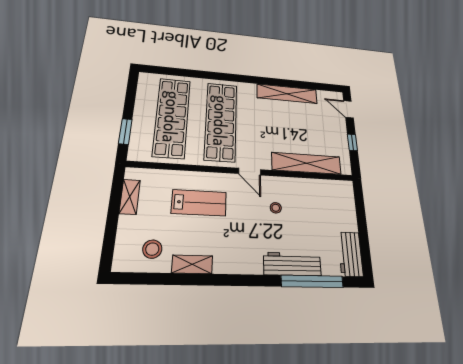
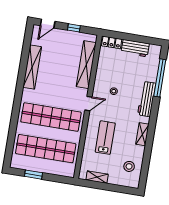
window: (125, 131) -> (34, 175), moved
locker: (347, 196) -> (112, 42), added
workbench: (350, 254) -> (135, 48), moved
shelving: (192, 264) -> (142, 134), moved
workbench: (292, 264) -> (147, 99), moved

